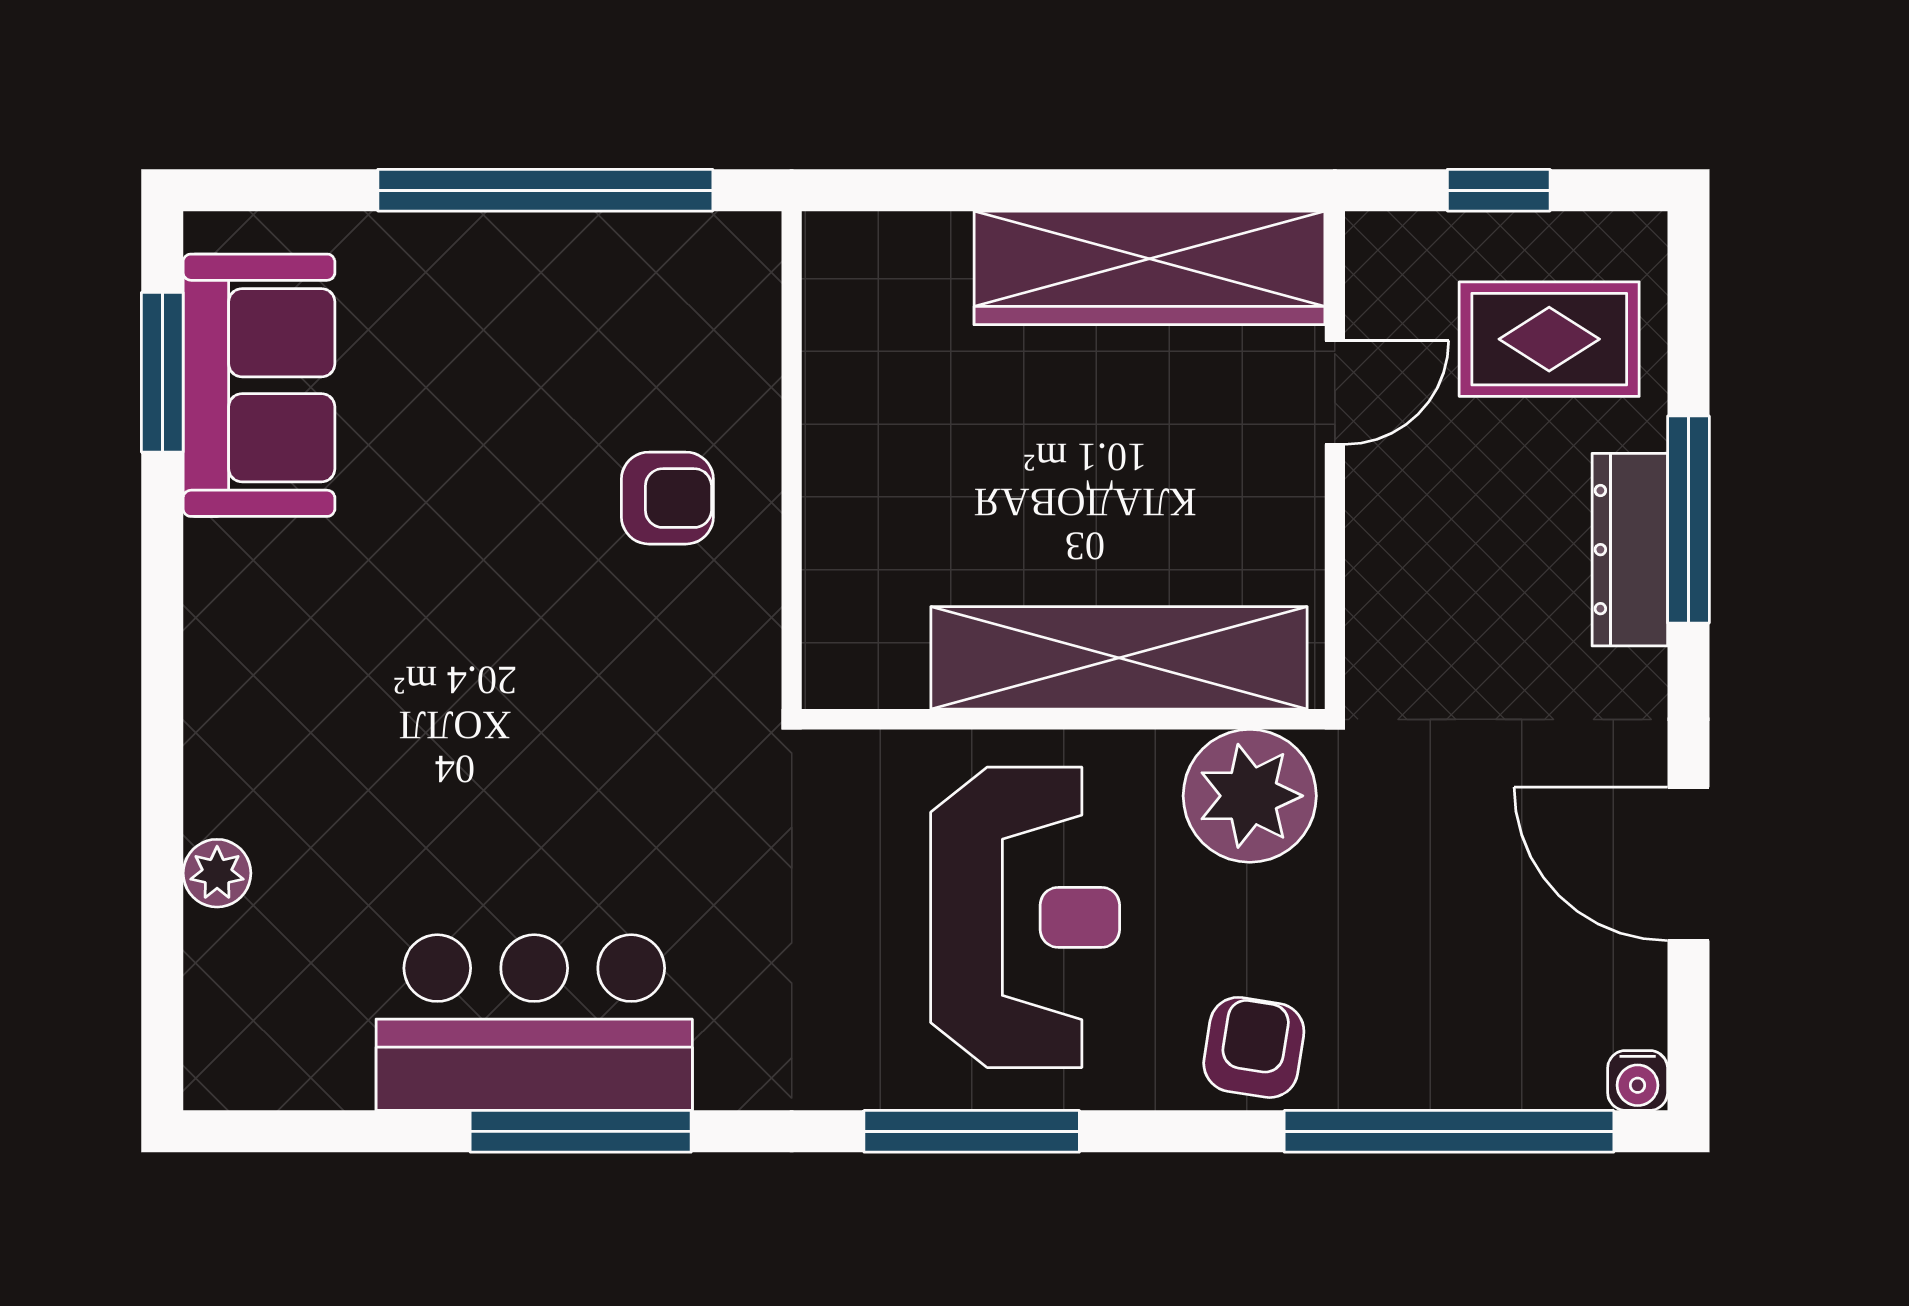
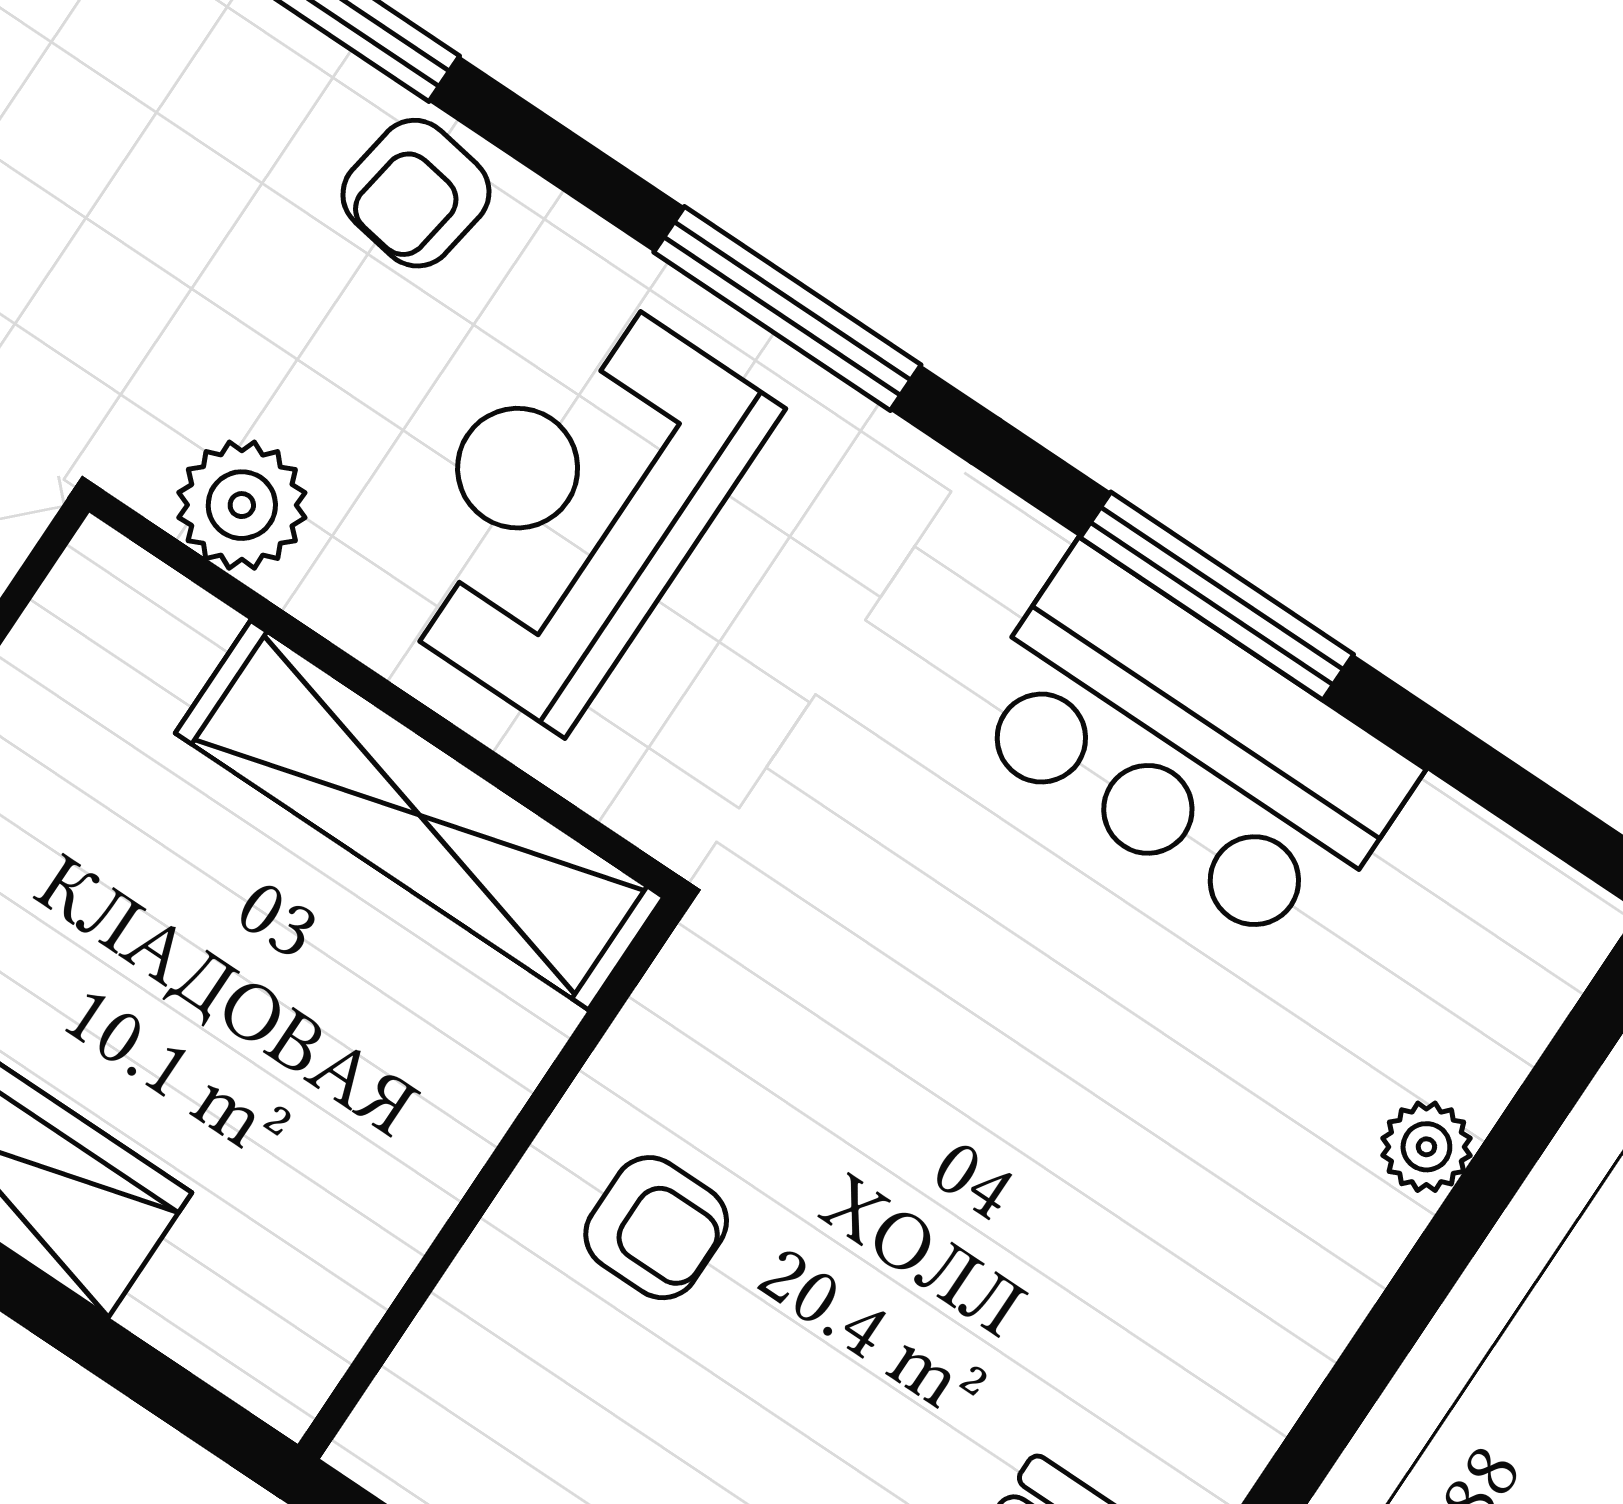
armchair: (667, 498) -> (656, 1228), turned 180
shelving: (1119, 658) -> (420, 815), moved
plant: (1250, 796) -> (242, 505), width x0.73, depth x0.73

